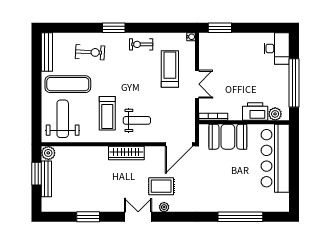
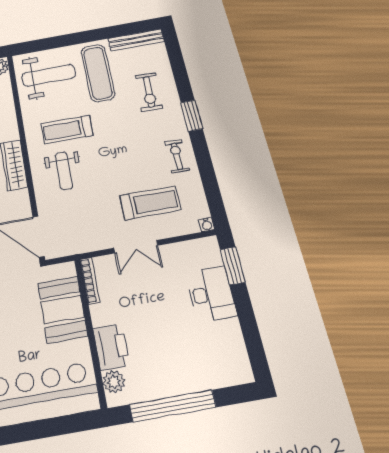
desk: (277, 48) -> (211, 294), moved, turned -90

